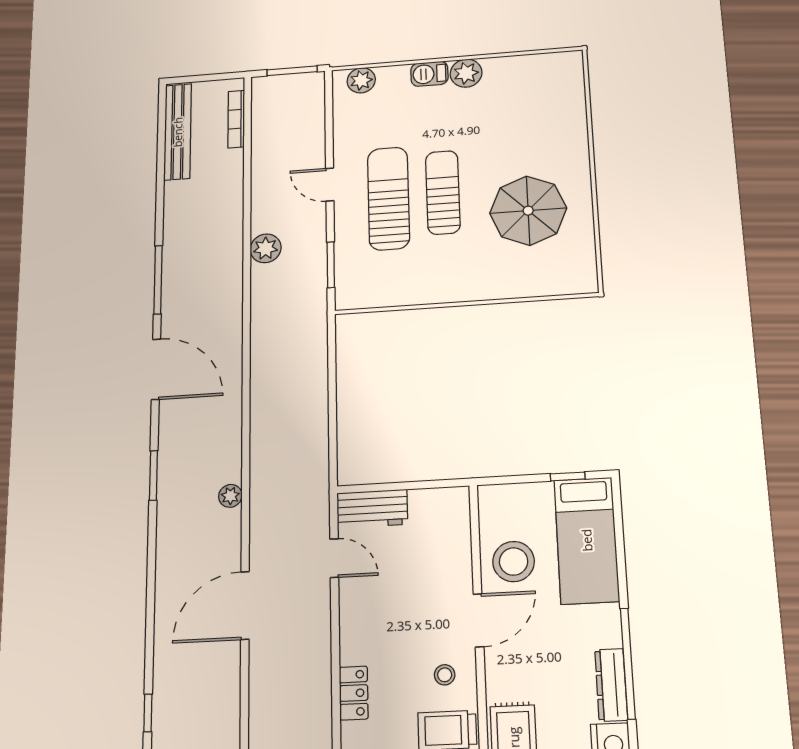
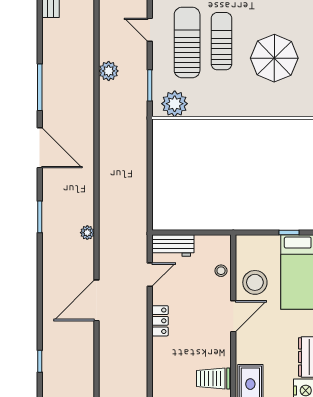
plant: (371, 289) -> (175, 104), added
door: (334, 558) -> (150, 275), hinge flipped
stool: (445, 675) -> (221, 271), moved
locker: (354, 693) -> (160, 321), moved

